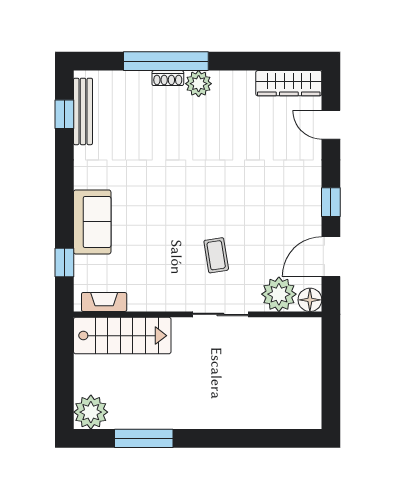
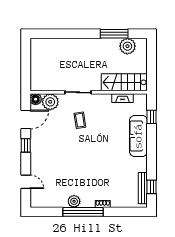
window: (166, 61) -> (83, 212), moved
wardrobe: (289, 83) -> (46, 202), removed
plant: (199, 84) -> (74, 201), moved
sofa: (92, 222) -> (138, 136), width x1.36
fireplace: (104, 302) -> (123, 98), moved
plant: (91, 412) -> (127, 46), moved

